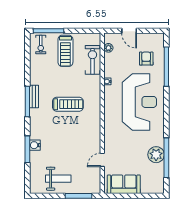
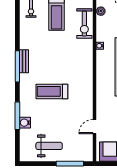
exercise bike: (92, 60) -> (84, 24), turned 180
treadmill: (68, 104) -> (52, 91), moved, turned 180
water cooler: (35, 145) -> (25, 123), moved

